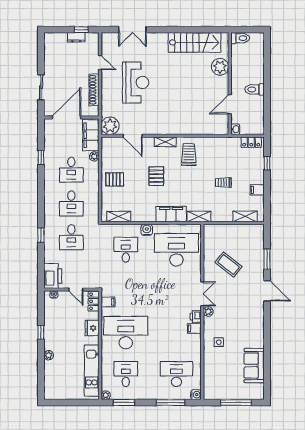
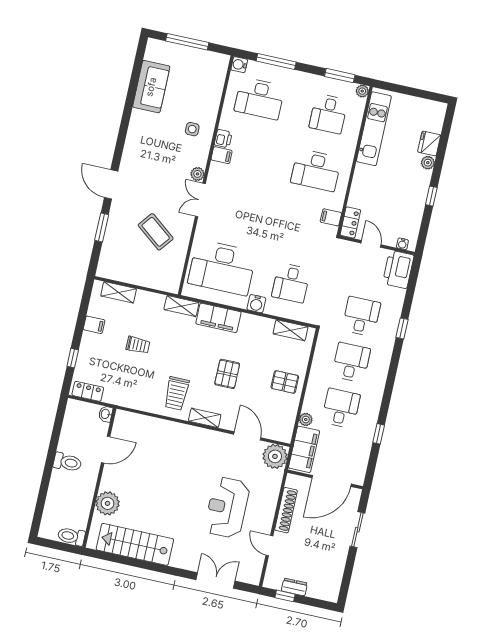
printer: (196, 317) -> (223, 139), moved
fridge: (92, 328) -> (429, 144), moved, turned 180
desk: (126, 333) -> (316, 170), width x0.73, depth x0.77

